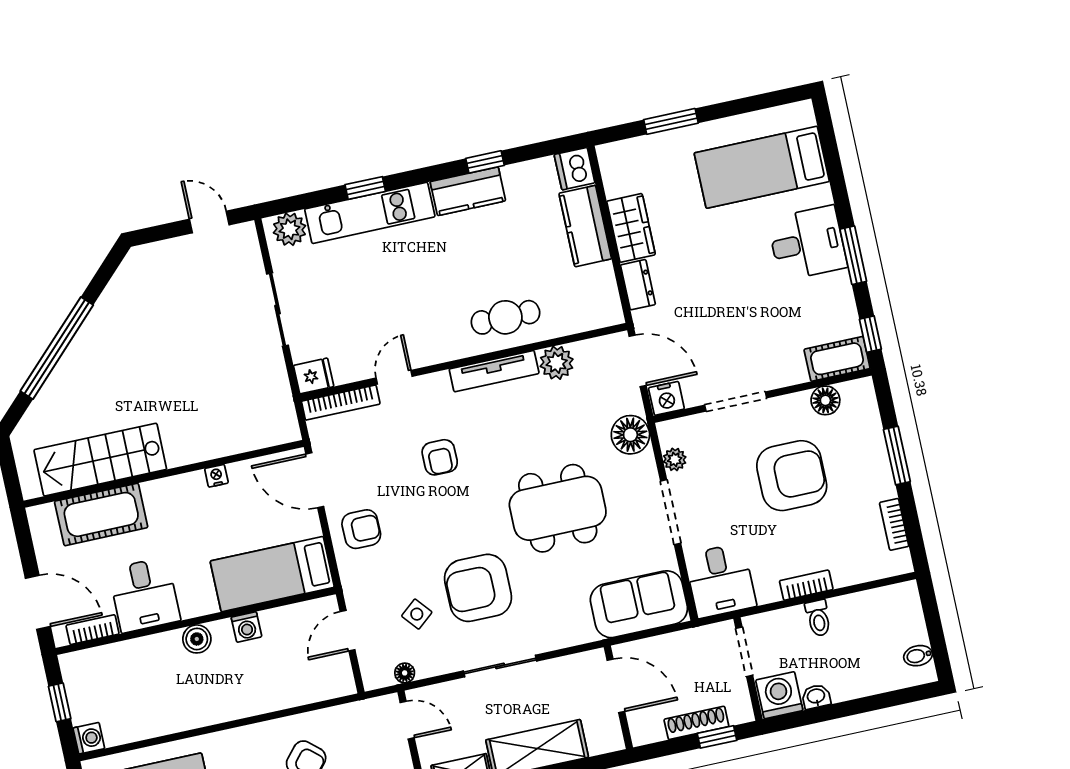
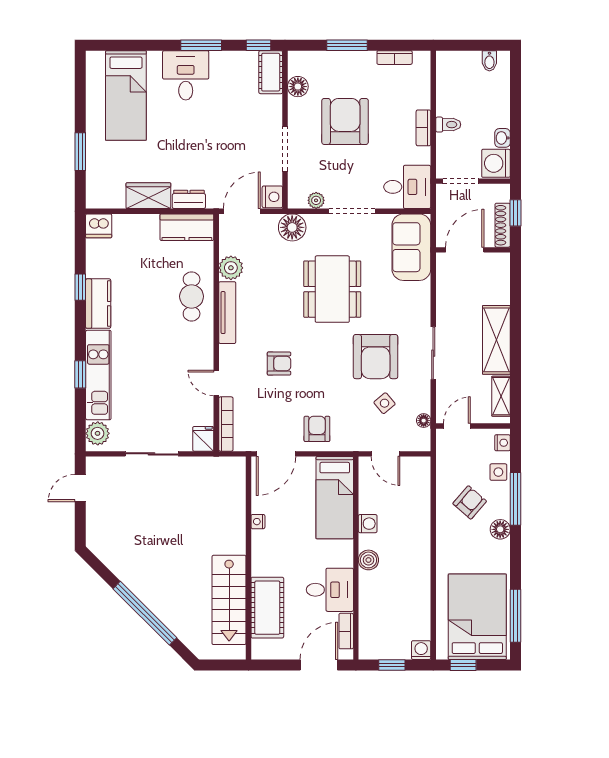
kitchen counter: (585, 226) -> (187, 227), moved
door: (616, 686) -> (465, 250), moved
wall: (618, 697) -> (473, 250), moved

